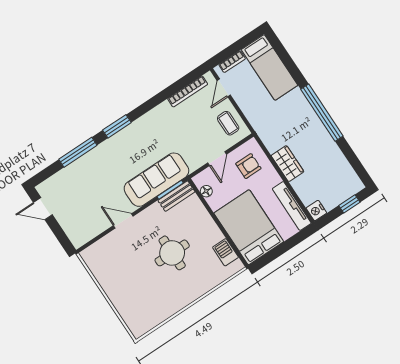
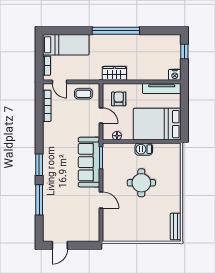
wardrobe: (288, 164) -> (114, 73), moved
bench: (176, 196) -> (176, 226), moved
door: (123, 221) -> (101, 200), swing flipped
barbecue: (225, 252) -> (144, 149), moved

